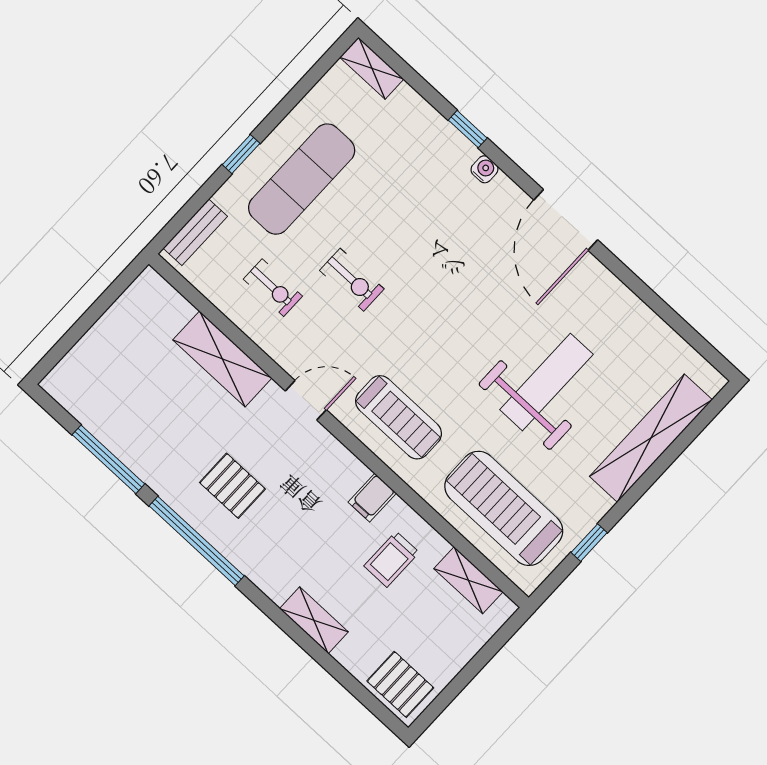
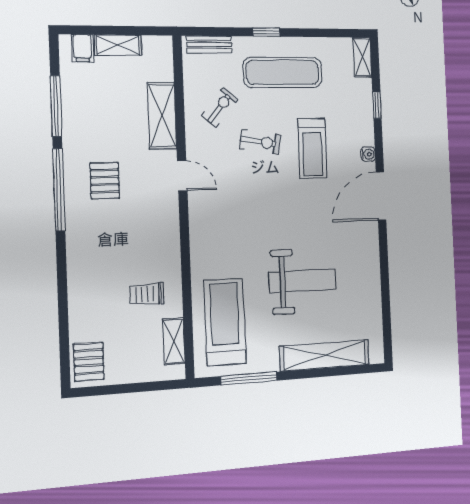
window: (468, 129) -> (377, 105), moved
door: (566, 220) -> (381, 196), moved
exercise bike: (352, 280) -> (260, 142), turned -80
exercise bike: (273, 288) -> (220, 107), turned -141
treadmill: (399, 417) -> (312, 148), moved
filing cabinet: (372, 498) -> (82, 48), moved, turned -90
window: (589, 543) -> (249, 378), width x2.17
shelving: (314, 620) -> (118, 45), moved, turned 90

